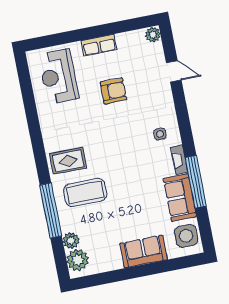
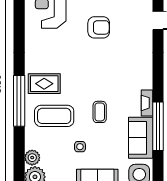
side table: (160, 134) -> (80, 147), moved
coffee table: (132, 179) -> (100, 112), added
window: (51, 210) -> (19, 101), moved

